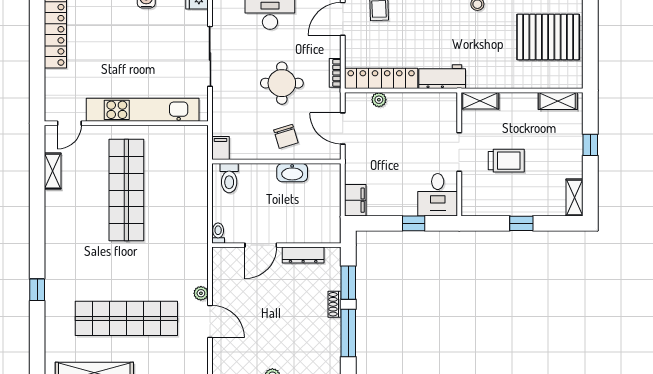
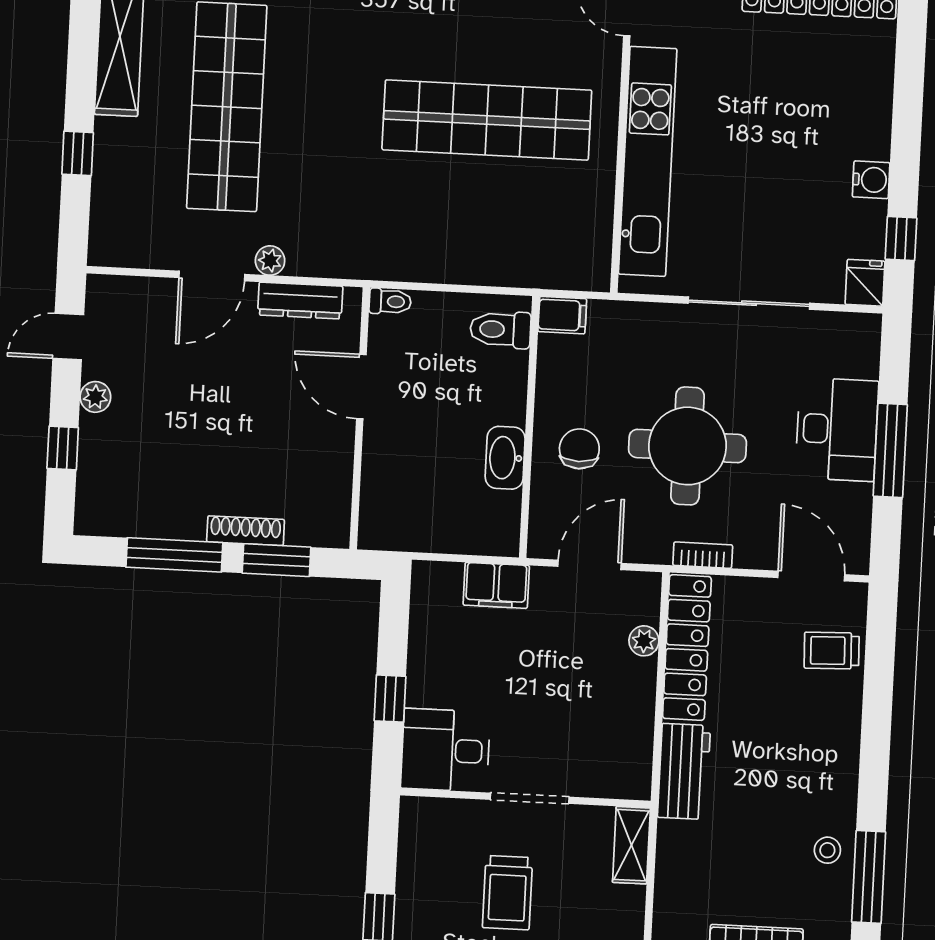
round table: (282, 83) -> (687, 446), width x1.36, depth x1.36
chair: (286, 136) -> (579, 449), turned 107
filing cabinet: (355, 200) -> (496, 585), moved
dresser: (303, 255) -> (300, 301), moved, turned -90
shoe rack: (335, 304) -> (246, 531), width x1.43

